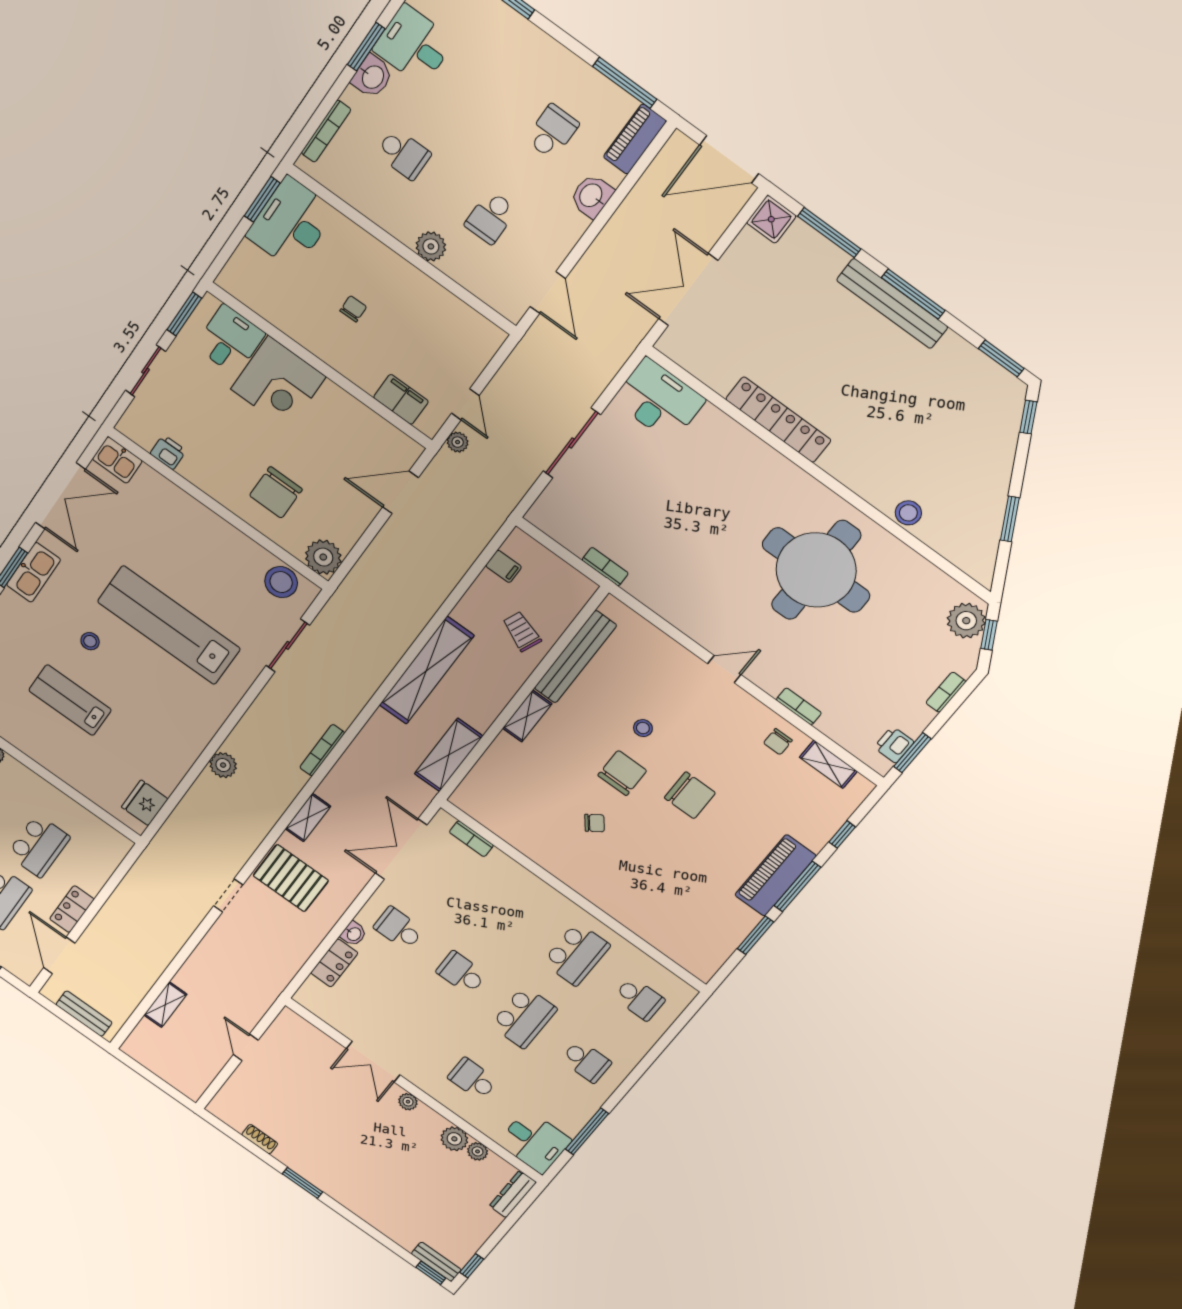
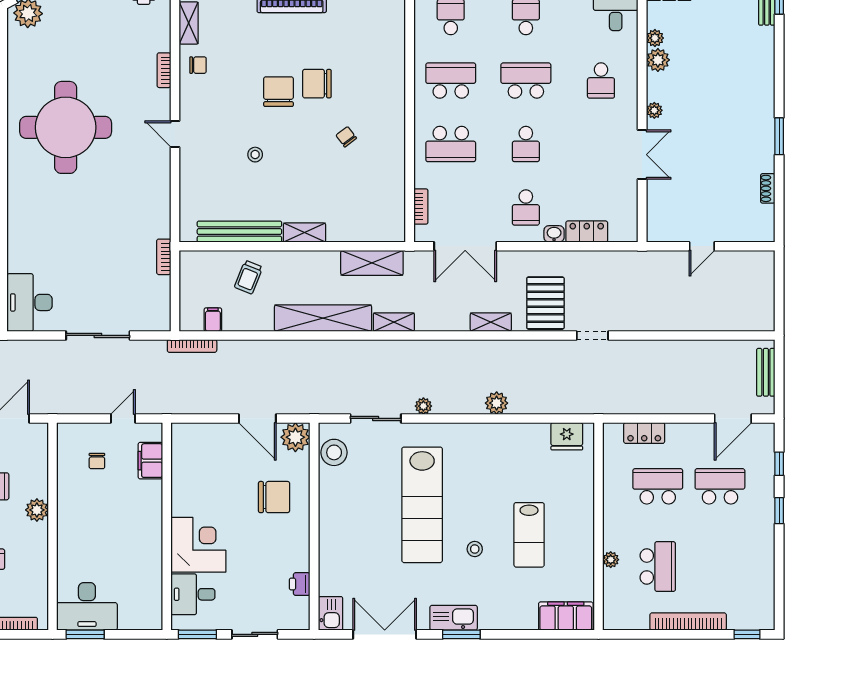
chair: (353, 309) -> (97, 461), moved, turned -89
plant: (458, 442) -> (423, 406), moved
door: (400, 492) -> (257, 418), moved
bookcase: (322, 750) -> (192, 346), moved
chair: (622, 773) -> (317, 84), moved
locker: (72, 909) -> (644, 433), moved
school desk: (513, 909) -> (451, 144), added
shelving: (165, 1005) -> (394, 322), moved

